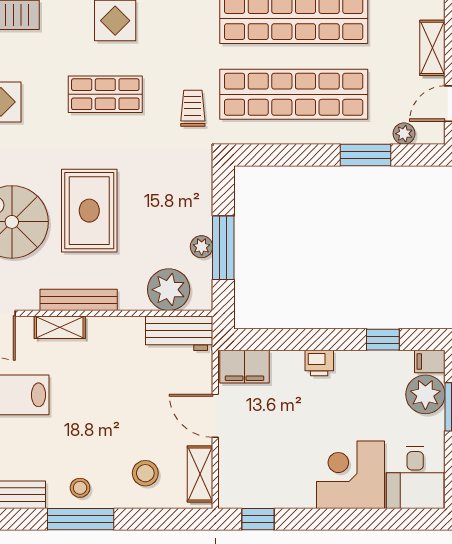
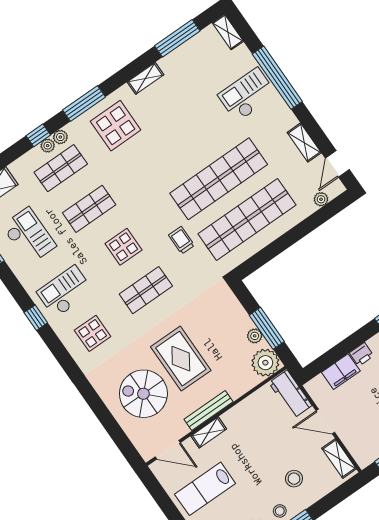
trolley: (193, 108) -> (181, 240), moved
window: (366, 155) -> (308, 225), removed
plant: (169, 290) -> (265, 363), moved
workbench: (179, 333) -> (290, 394), moved, turned 90
filing cabinet: (244, 367) -> (341, 372), moved
stool: (145, 473) -> (294, 479), moved

